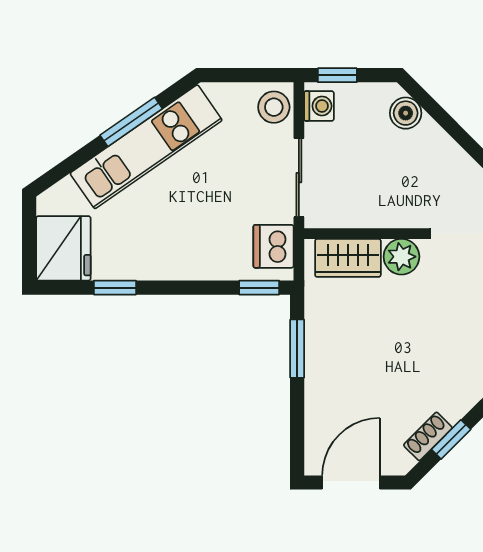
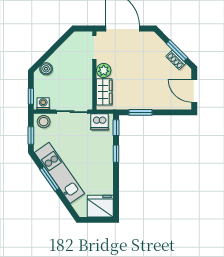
window: (239, 75) -> (31, 135), added
window: (115, 288) -> (116, 154), moved
window: (451, 439) -> (177, 51), width x1.50

